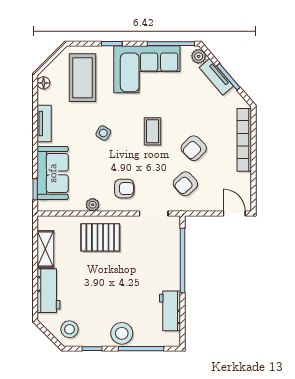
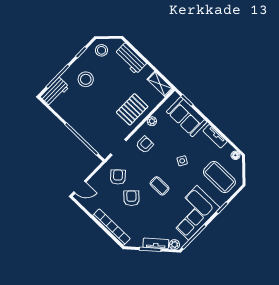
armchair: (124, 189) -> (145, 145), turned 180
shelving: (45, 249) -> (160, 84), moved
workbench: (170, 311) -> (55, 92), moved, turned 90
stool: (122, 333) -> (86, 79), moved

